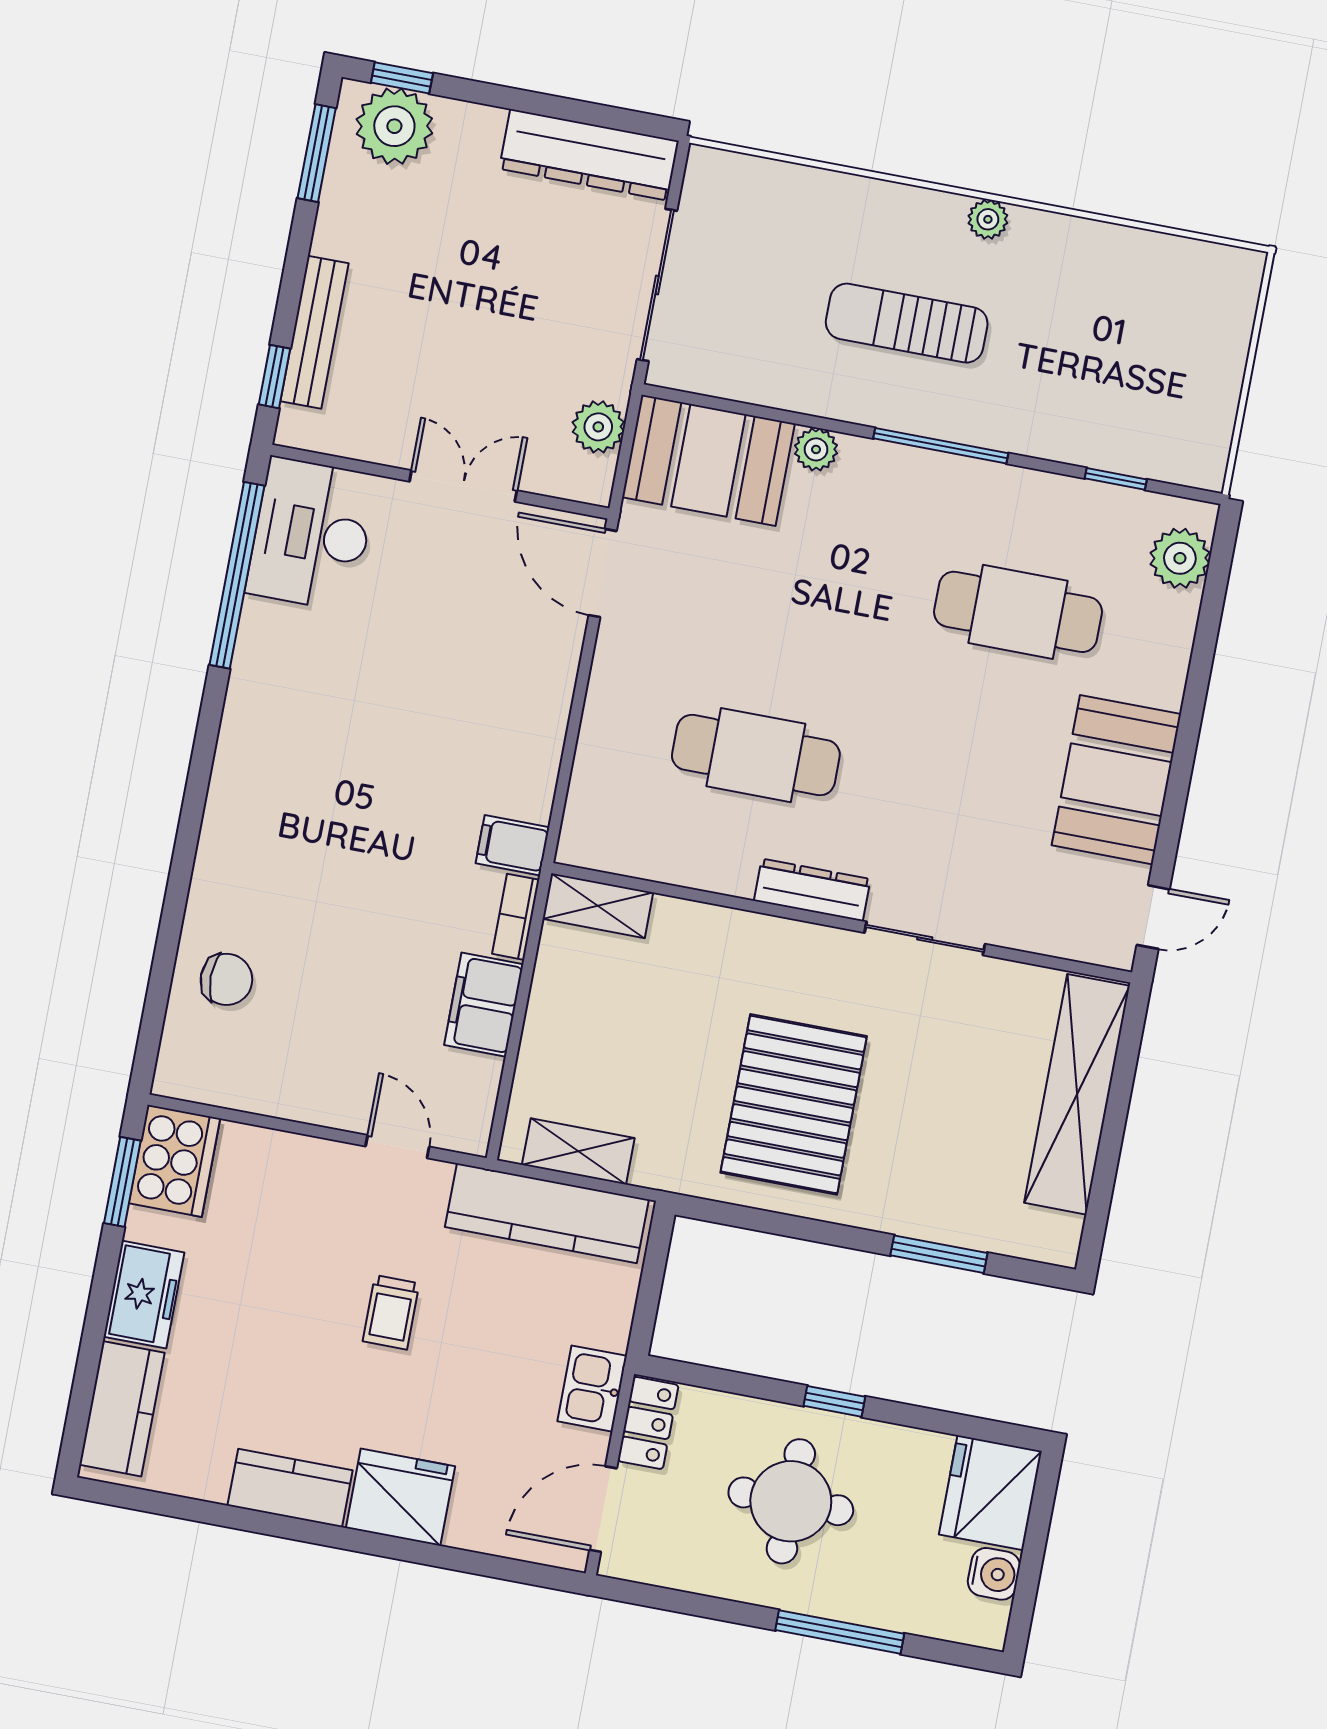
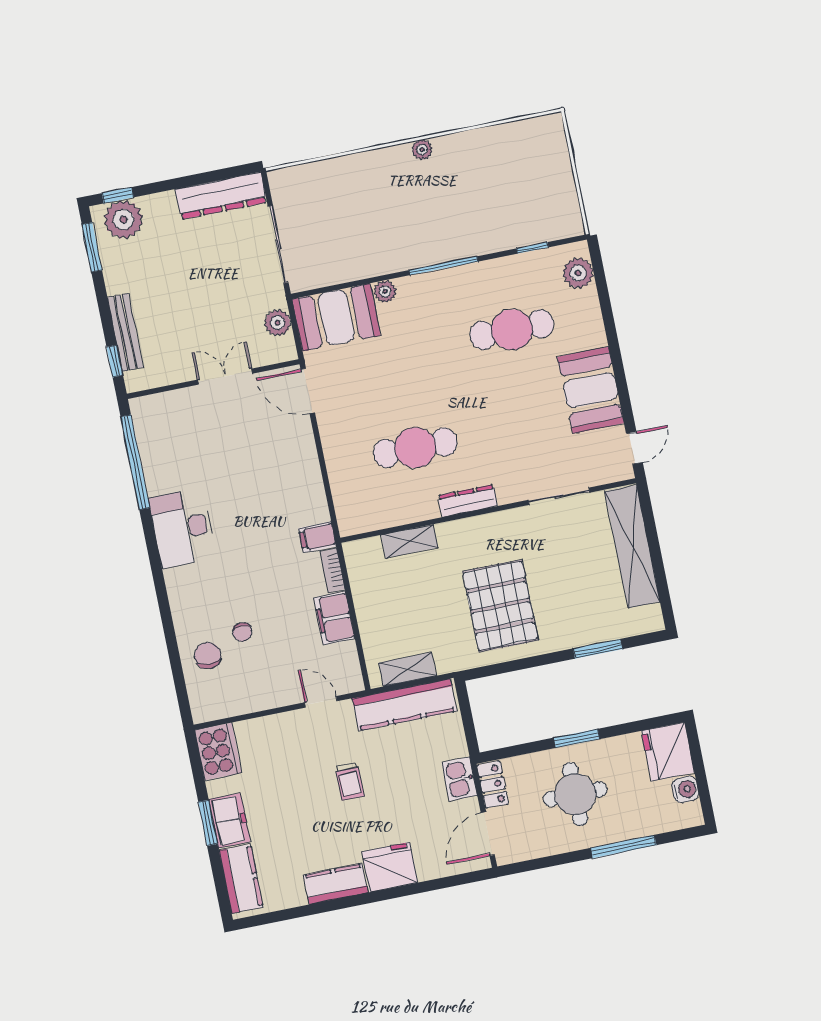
sun lounger: (907, 323) -> (404, 214), removed
desk: (311, 534) -> (183, 528), moved
shelving: (598, 906) -> (409, 541), moved
sliding door: (925, 938) -> (559, 496), moved
chair: (306, 962) -> (242, 632), added
chair: (226, 979) -> (208, 656), turned -90
window: (122, 1182) -> (208, 823), moved
window: (834, 1401) -> (577, 738), width x1.50

